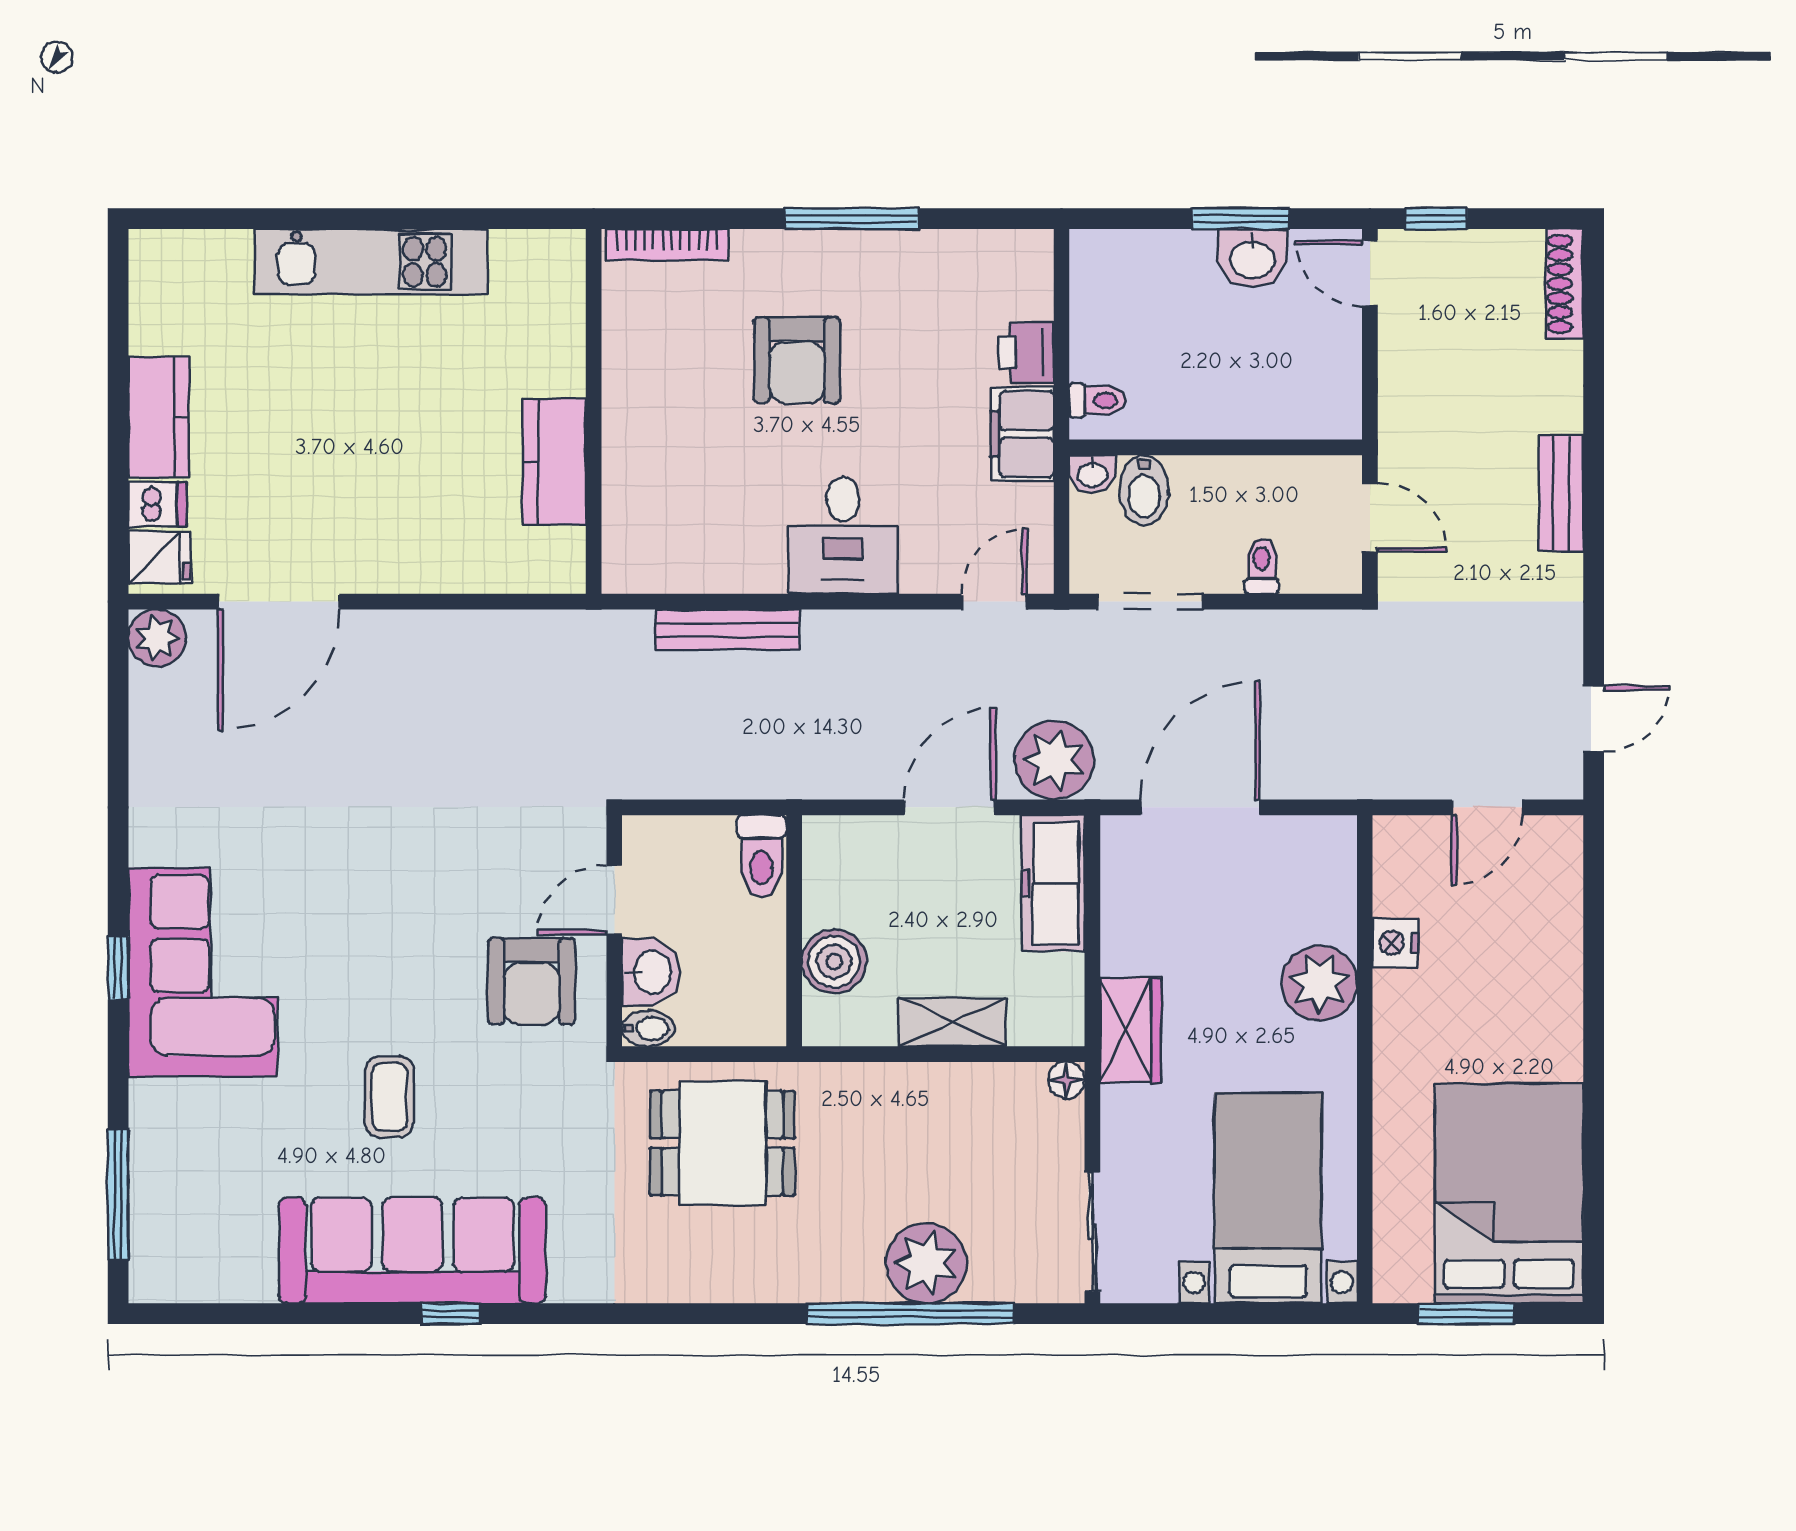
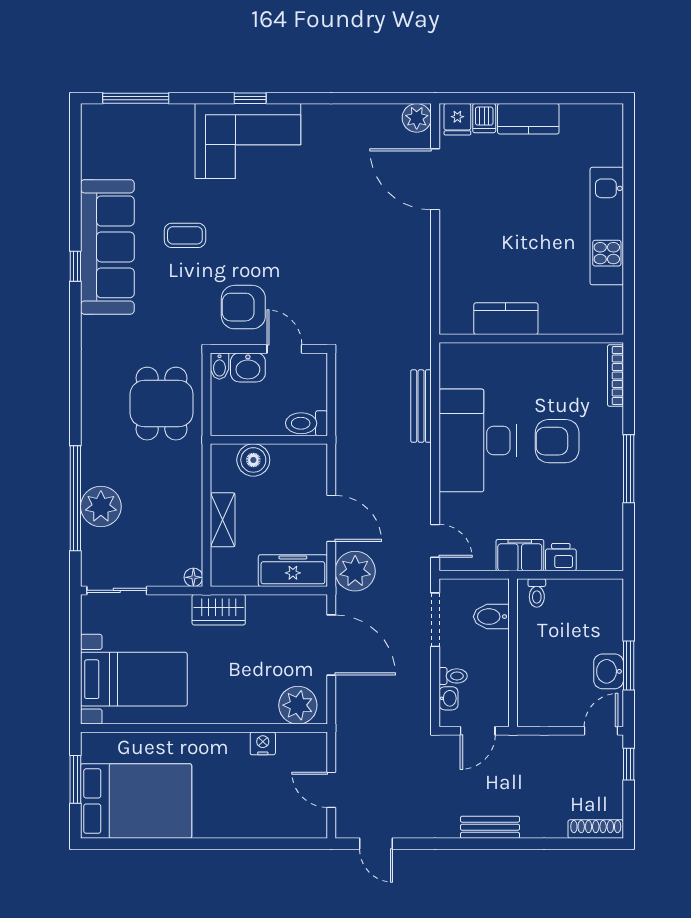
washbasin: (1092, 474) -> (448, 698), moved, turned 180
desk: (843, 535) -> (478, 440), width x1.87, depth x1.30
plant: (1319, 983) -> (298, 705), moved

